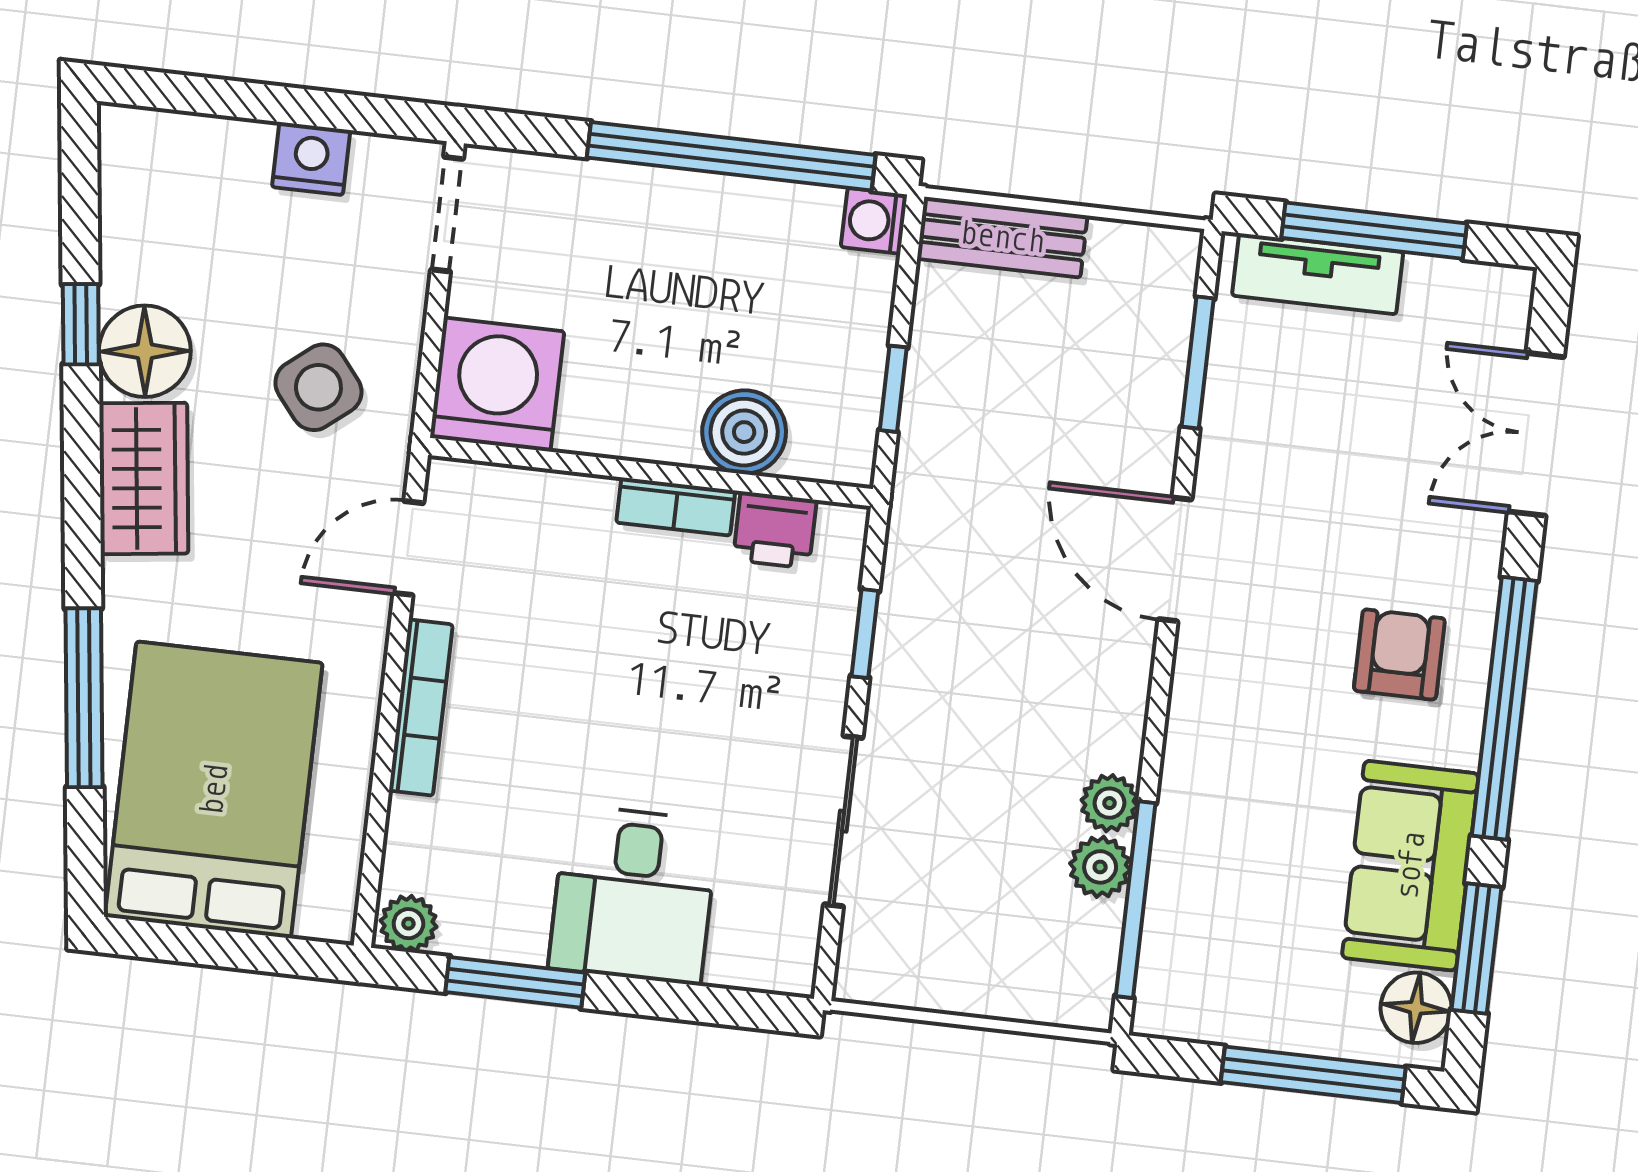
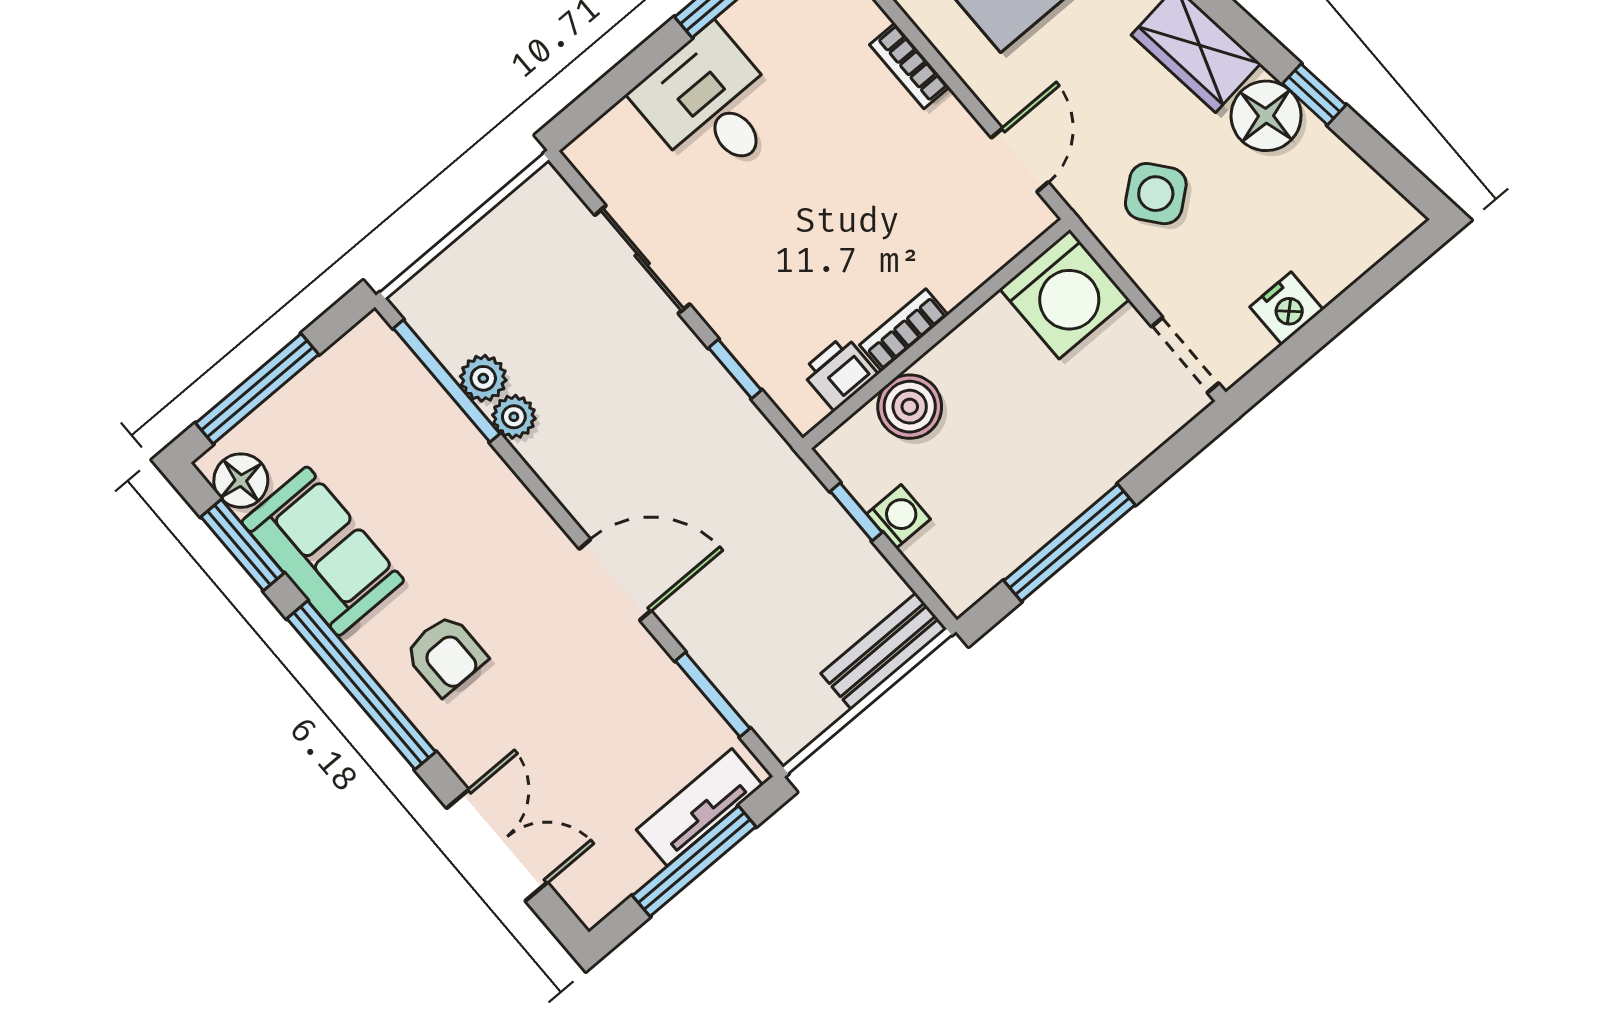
window: (731, 156) -> (1070, 543), width x0.68
washing machine: (874, 221) -> (898, 516), moved
bookcase: (421, 708) -> (909, 66), width x0.64

